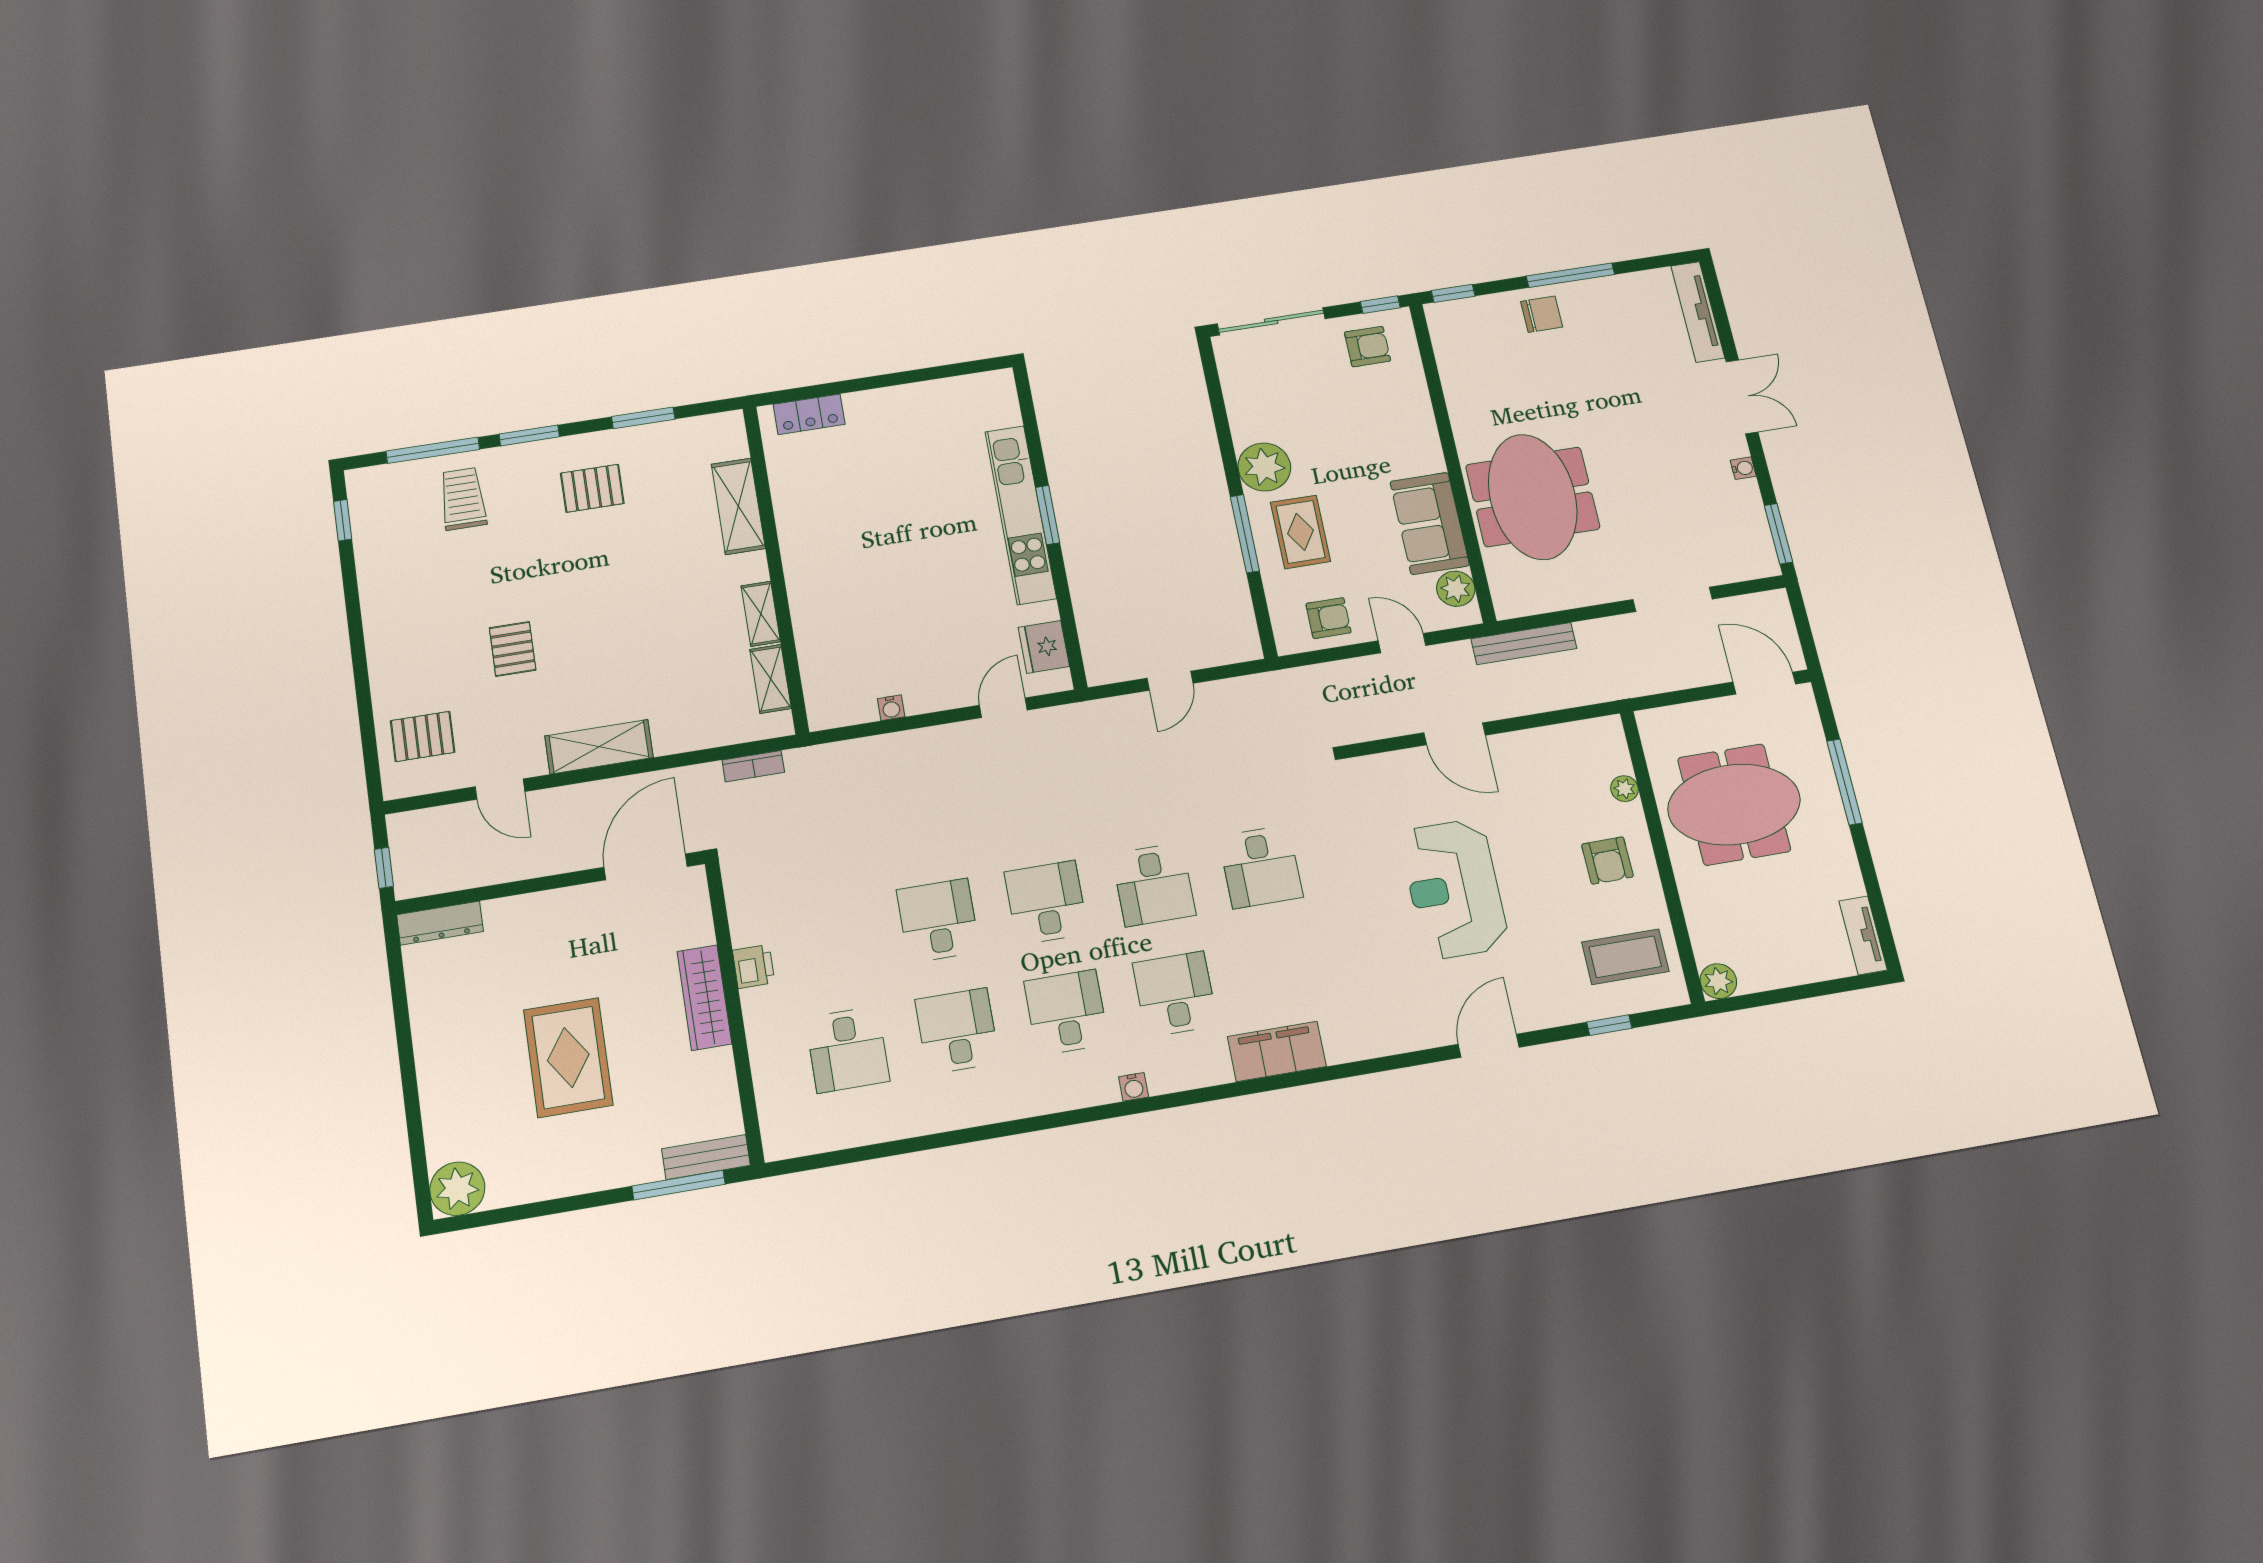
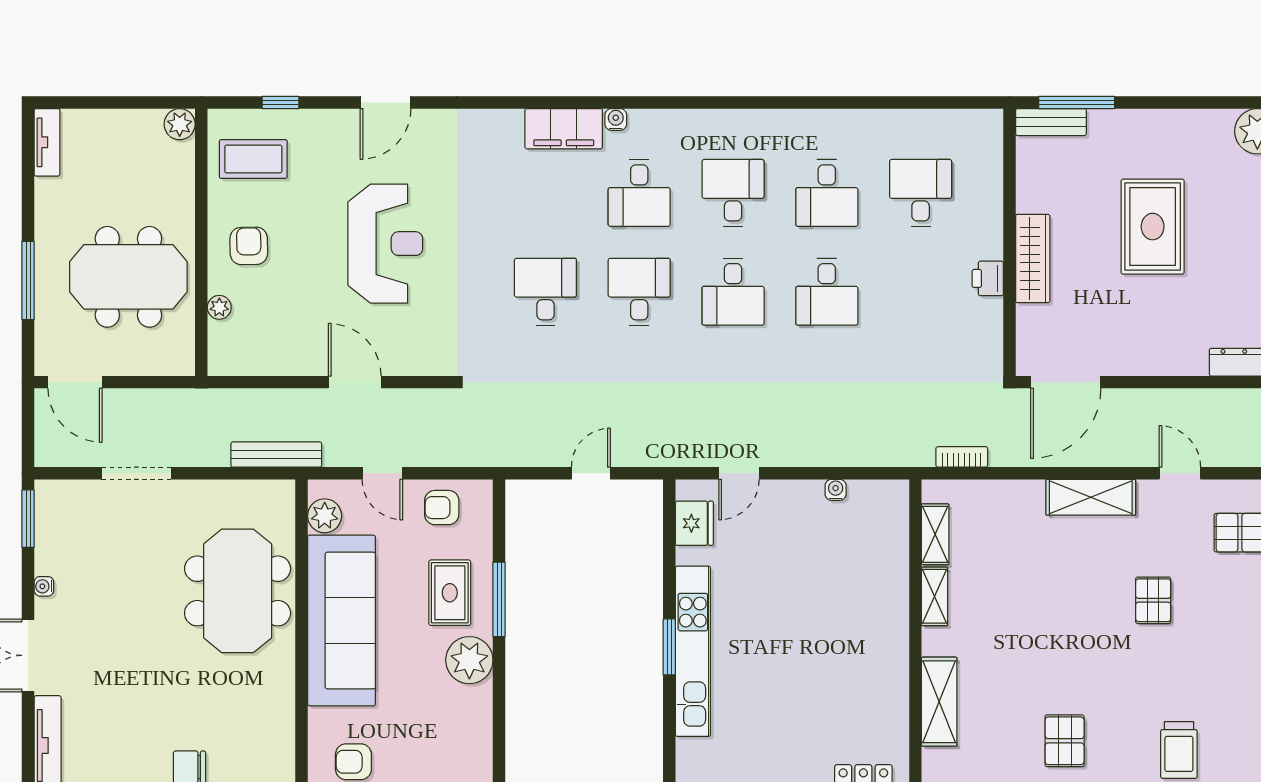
pallet: (592, 488) -> (1065, 741), turned 90
sofa: (1430, 523) -> (341, 620), width x1.85, depth x1.27
desk: (1066, 1012) -> (733, 193), turned 180
water cooler: (1134, 1087) -> (616, 119), moved

